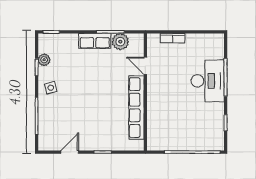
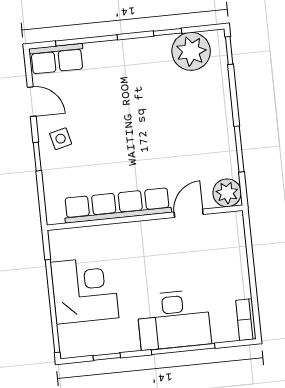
bookcase: (173, 38) -> (246, 320), moved
row of seats: (95, 41) -> (57, 59), moved, turned -90
plant: (120, 42) -> (227, 193), moved
plant: (44, 60) -> (191, 51), width x1.87, depth x1.87
side table: (51, 88) -> (61, 139), moved
corner desk: (185, 132) -> (85, 290), added

